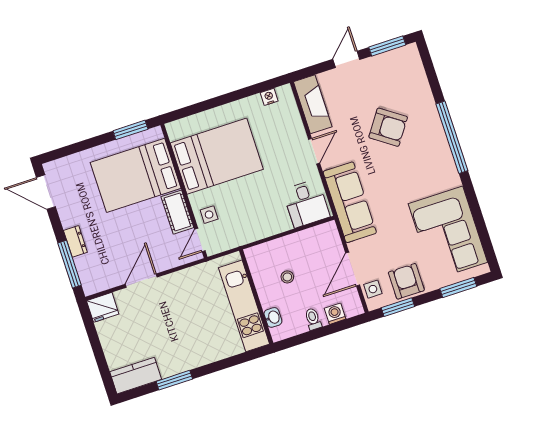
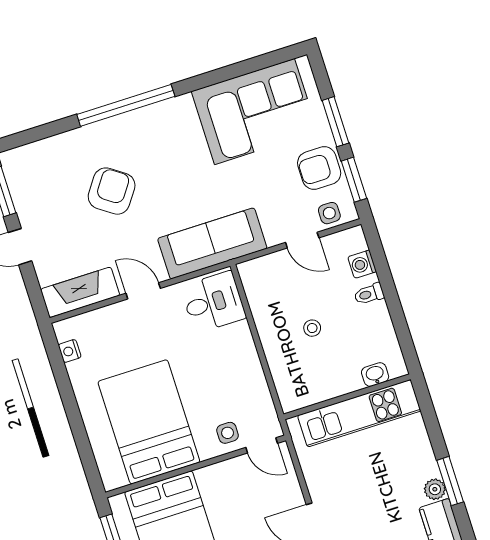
cot: (177, 212) -> (224, 475), removed
door: (353, 269) -> (302, 240), width x0.73
window: (458, 287) -> (335, 122), moved
wall: (256, 297) -> (347, 397), moved
kitchen unit: (244, 306) -> (359, 413), moved
washbasin: (273, 317) -> (375, 375), moved
plant: (168, 369) -> (435, 489), added

